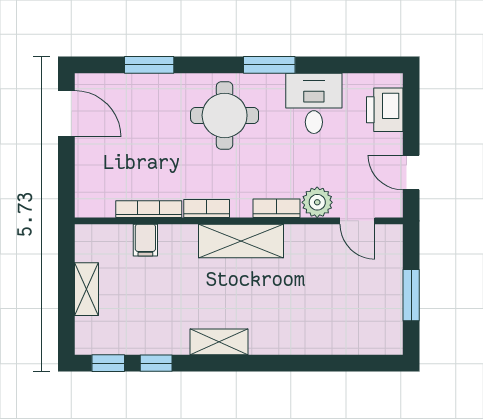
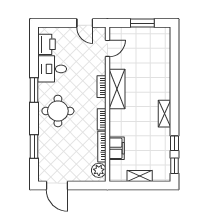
printer: (385, 110) -> (46, 44), moved, turned -90
door: (66, 114) -> (57, 186), swing flipped
door: (411, 173) -> (85, 23), hinge flipped
plant: (317, 202) -> (99, 170), moved
filing cabinet: (145, 240) -> (117, 148), width x2.00
shelving: (241, 241) -> (117, 89), moved

